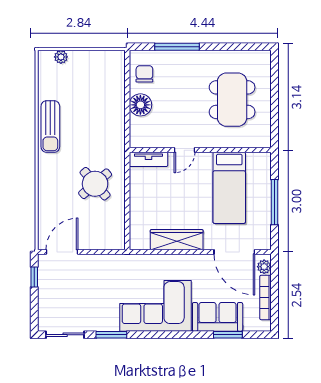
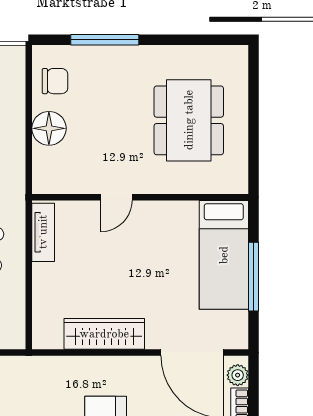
chair: (144, 74) -> (55, 81), turned 90
tv unit: (148, 159) -> (43, 232), moved, turned -90
bed: (229, 188) -> (224, 255), moved

